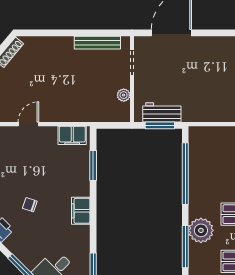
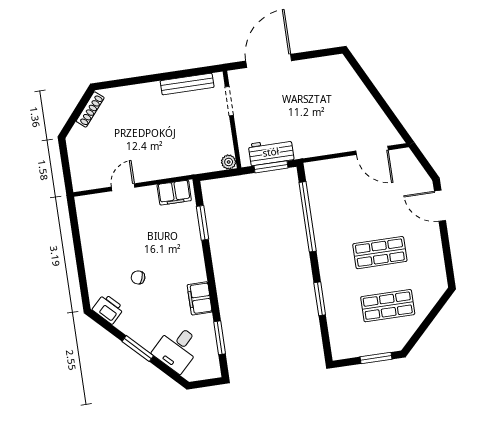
plant: (124, 95) -> (229, 162), moved
filing cabinet: (81, 211) -> (200, 298), moved
plant: (201, 230) -> (335, 278), removed
window: (185, 247) -> (320, 299), width x0.69

